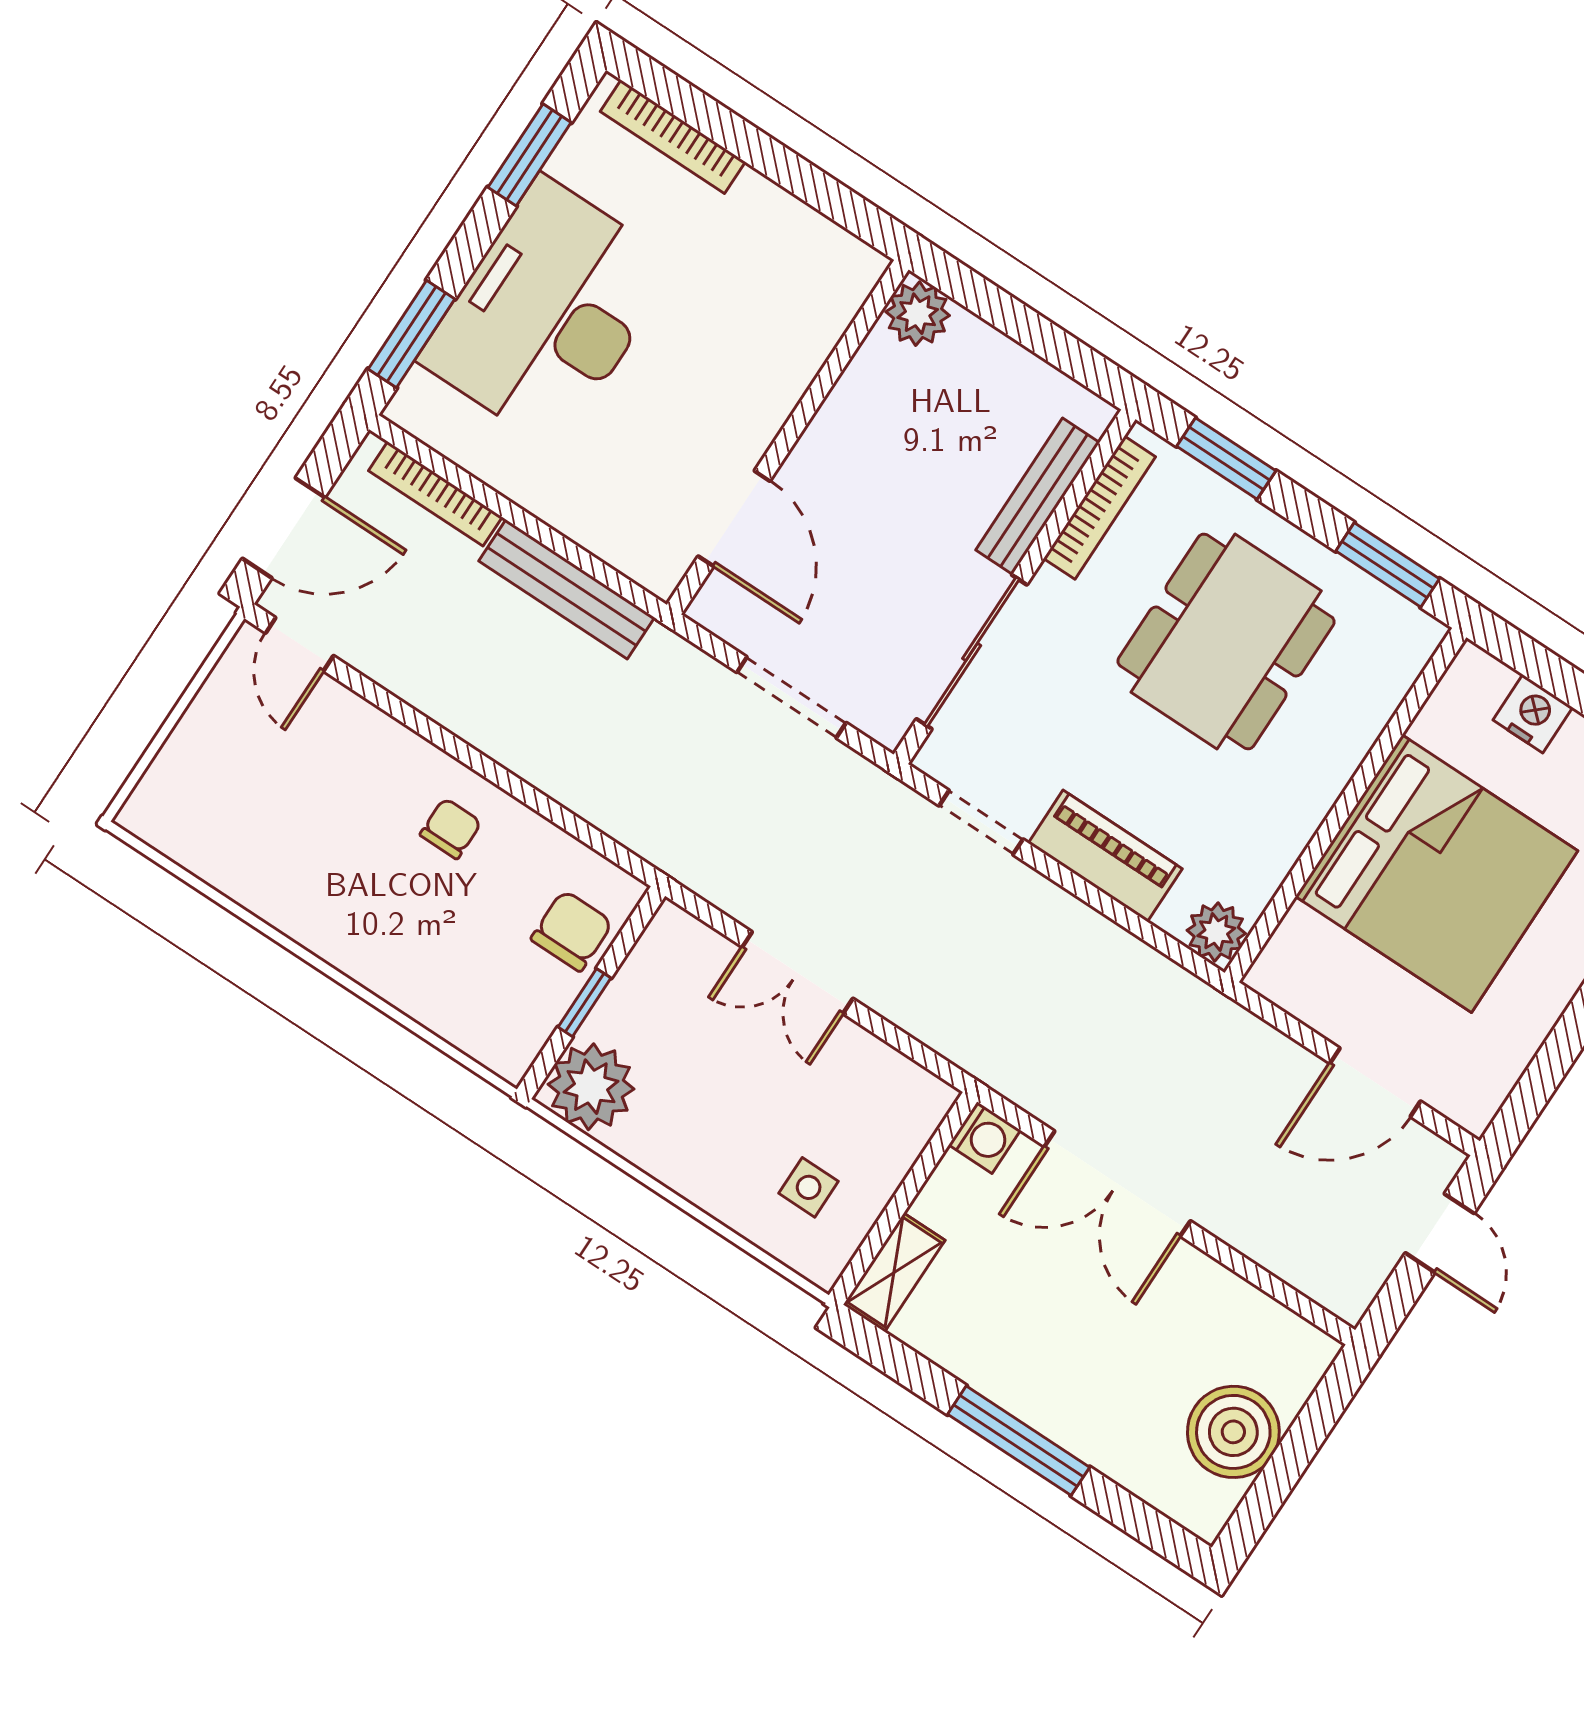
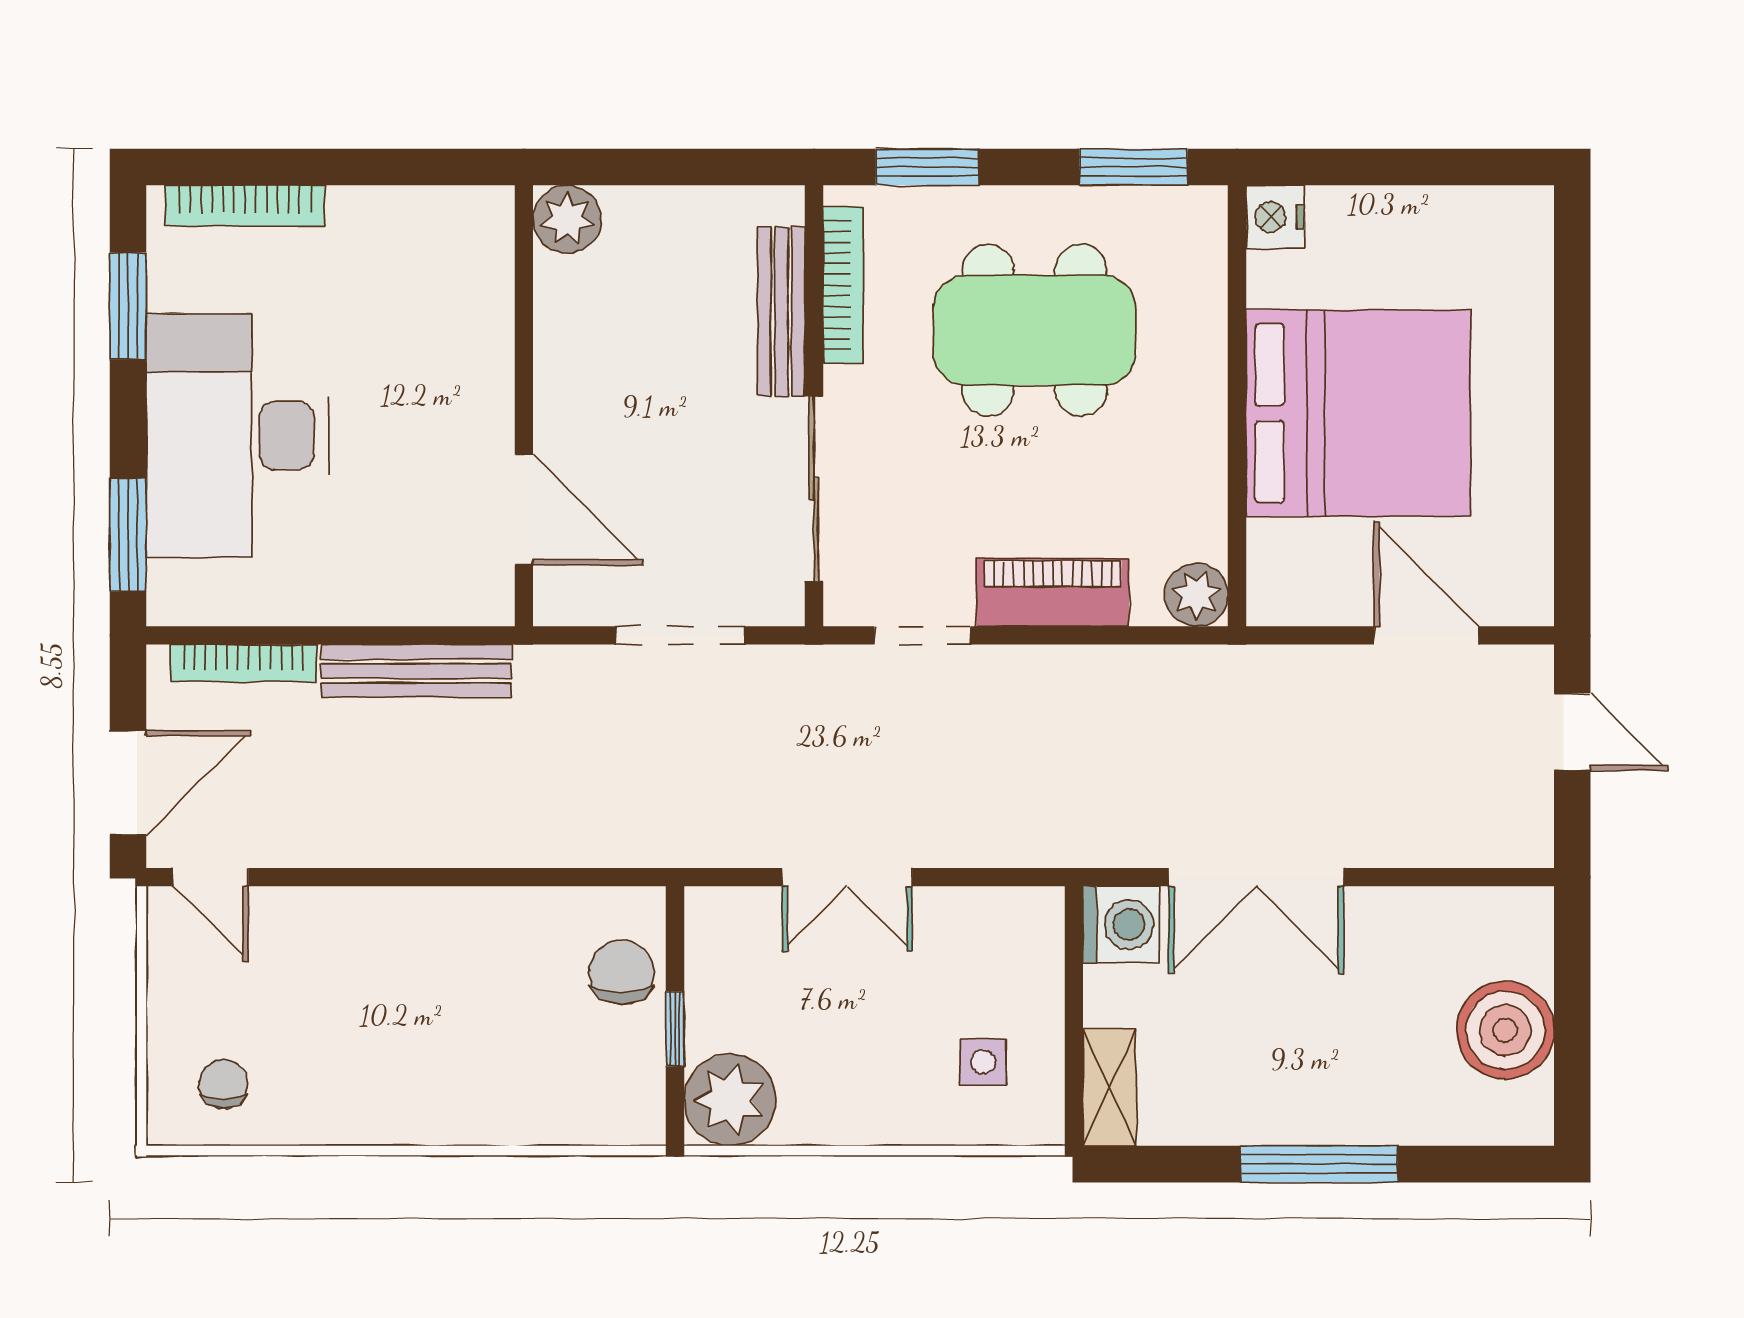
dining table: (1226, 641) -> (1034, 330), turned 90
nightstand: (1533, 714) -> (1275, 217), moved, turned -90
chair: (451, 828) -> (223, 1084), moved
door: (1375, 1082) -> (1426, 635), swing flipped
washing machine: (985, 1138) -> (1121, 925), width x1.38, depth x1.38

